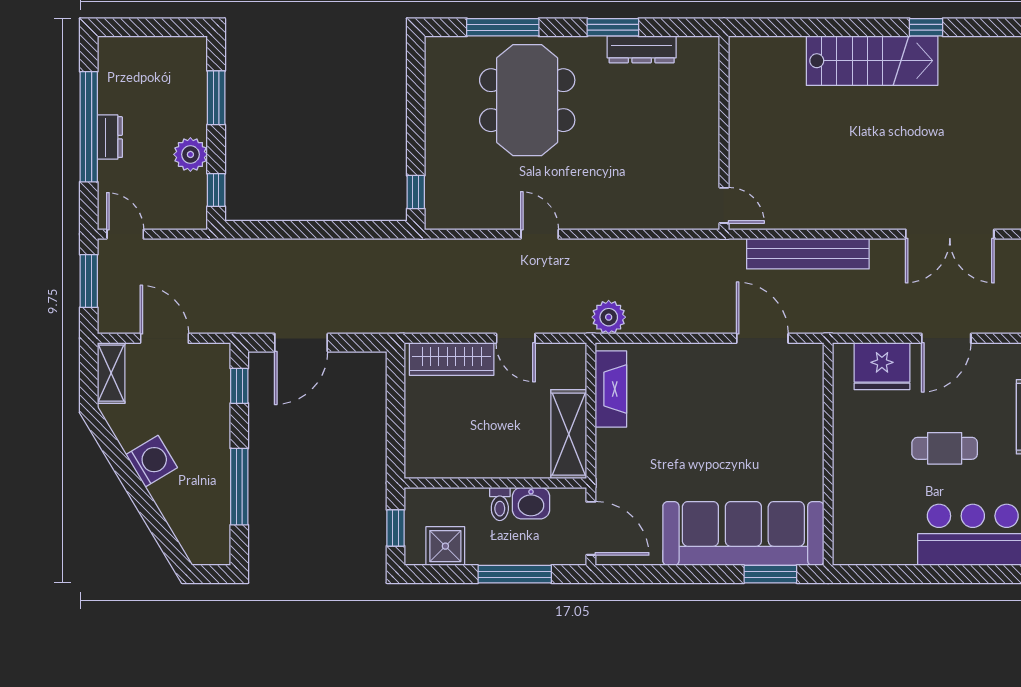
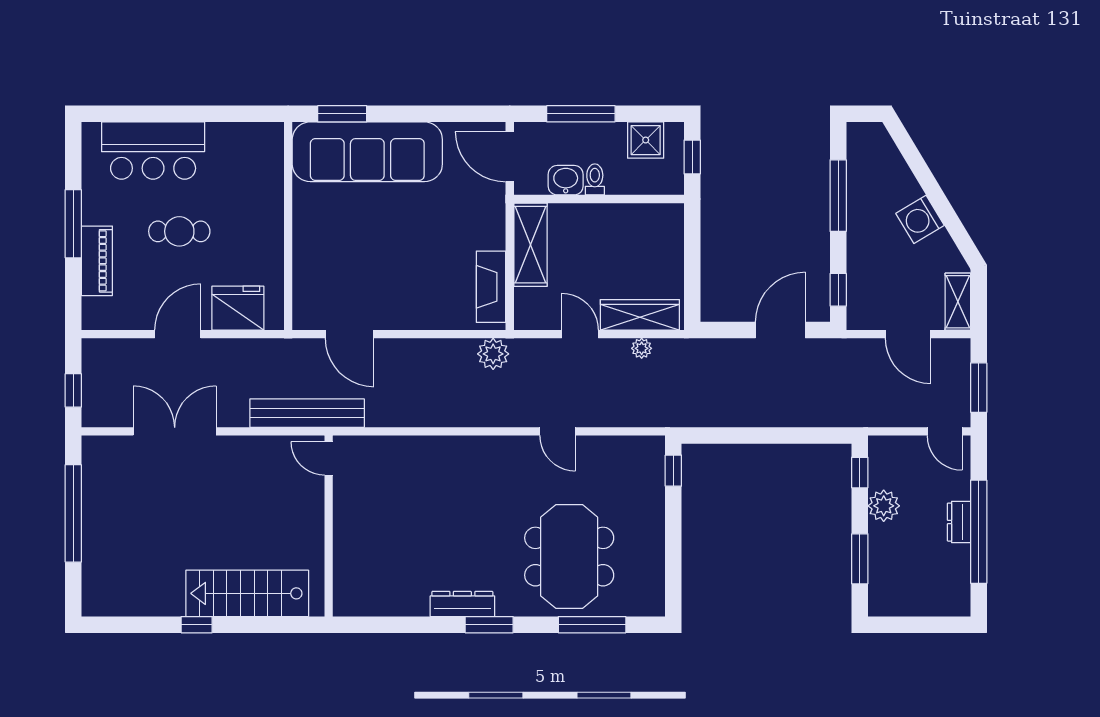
wall: (724, 133) -> (329, 526), moved
door: (724, 205) -> (329, 458), moved
plant: (450, 323) -> (642, 348), added

